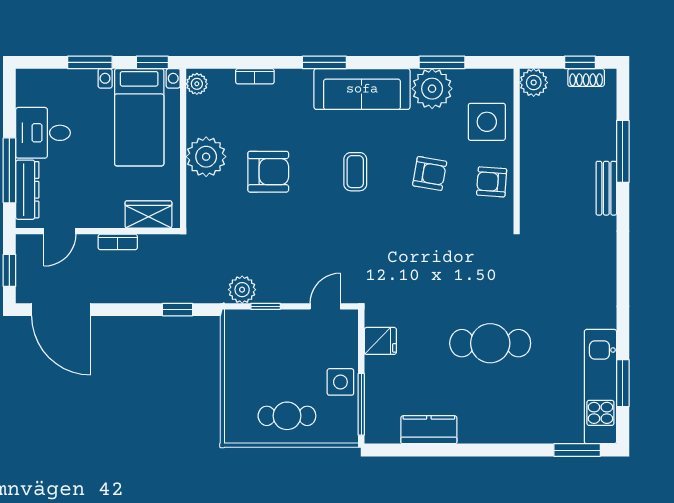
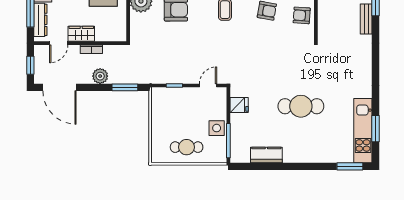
wardrobe: (148, 215) -> (81, 34), moved
plant: (242, 290) -> (100, 76), moved
window: (178, 310) -> (125, 87), width x1.50

